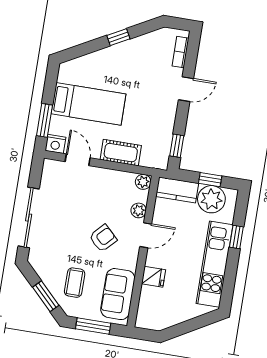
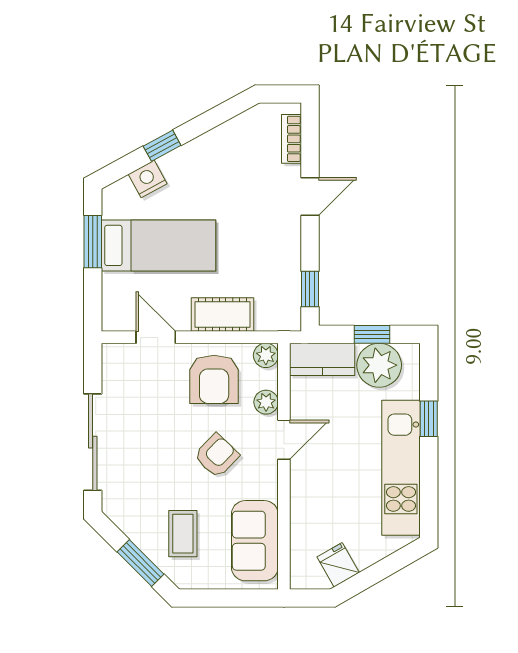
window: (118, 37) -> (162, 146), moved
window: (45, 120) -> (93, 242), moved
nightstand: (55, 144) -> (148, 179), moved, turned 151
armchair: (109, 191) -> (214, 379), added
fridge: (153, 277) -> (338, 565), moved, turned -120
window: (93, 326) -> (224, 598), removed

